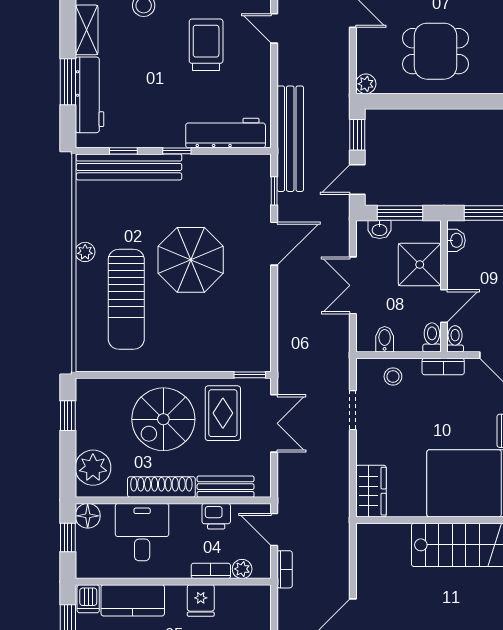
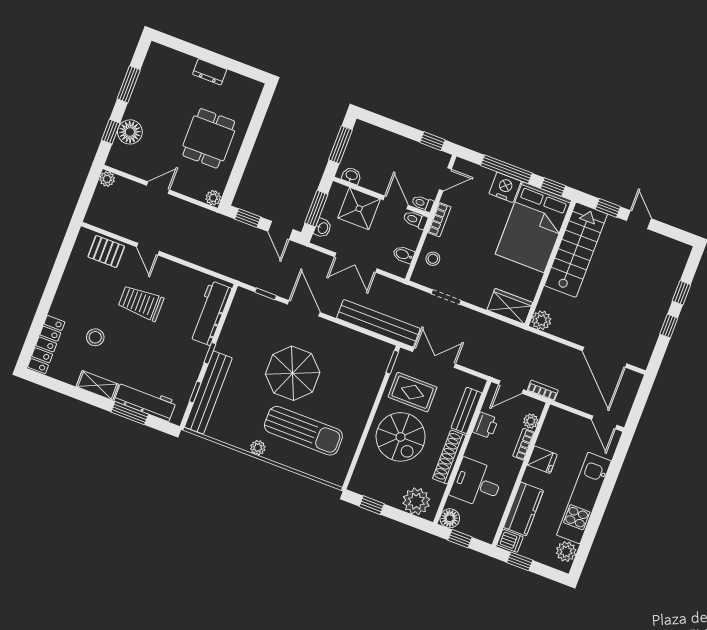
door: (274, 28) -> (148, 249), hinge flipped
bench: (290, 139) -> (378, 323), moved
plant: (368, 536) -> (541, 320), added

